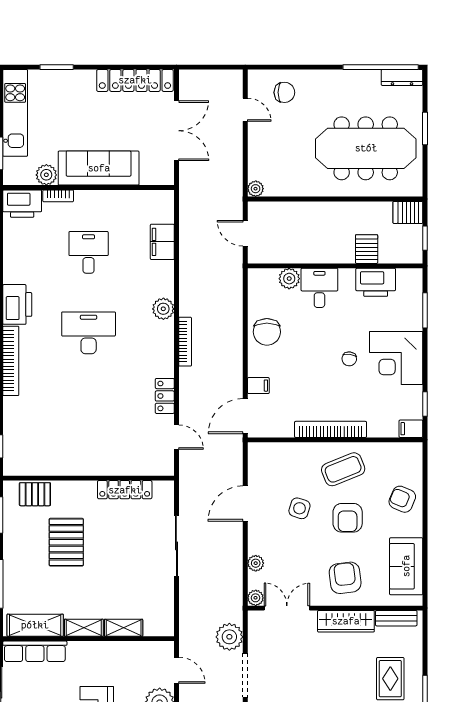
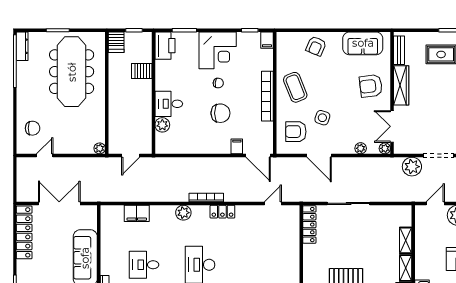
chair: (284, 92) -> (33, 128), turned 90
printer: (376, 282) -> (165, 46), moved
chair: (267, 332) -> (220, 113), moved
locker: (165, 396) -> (222, 212), moved
locker: (125, 490) -> (309, 225), moved
armchair: (348, 518) -> (296, 132), moved, turned 180

